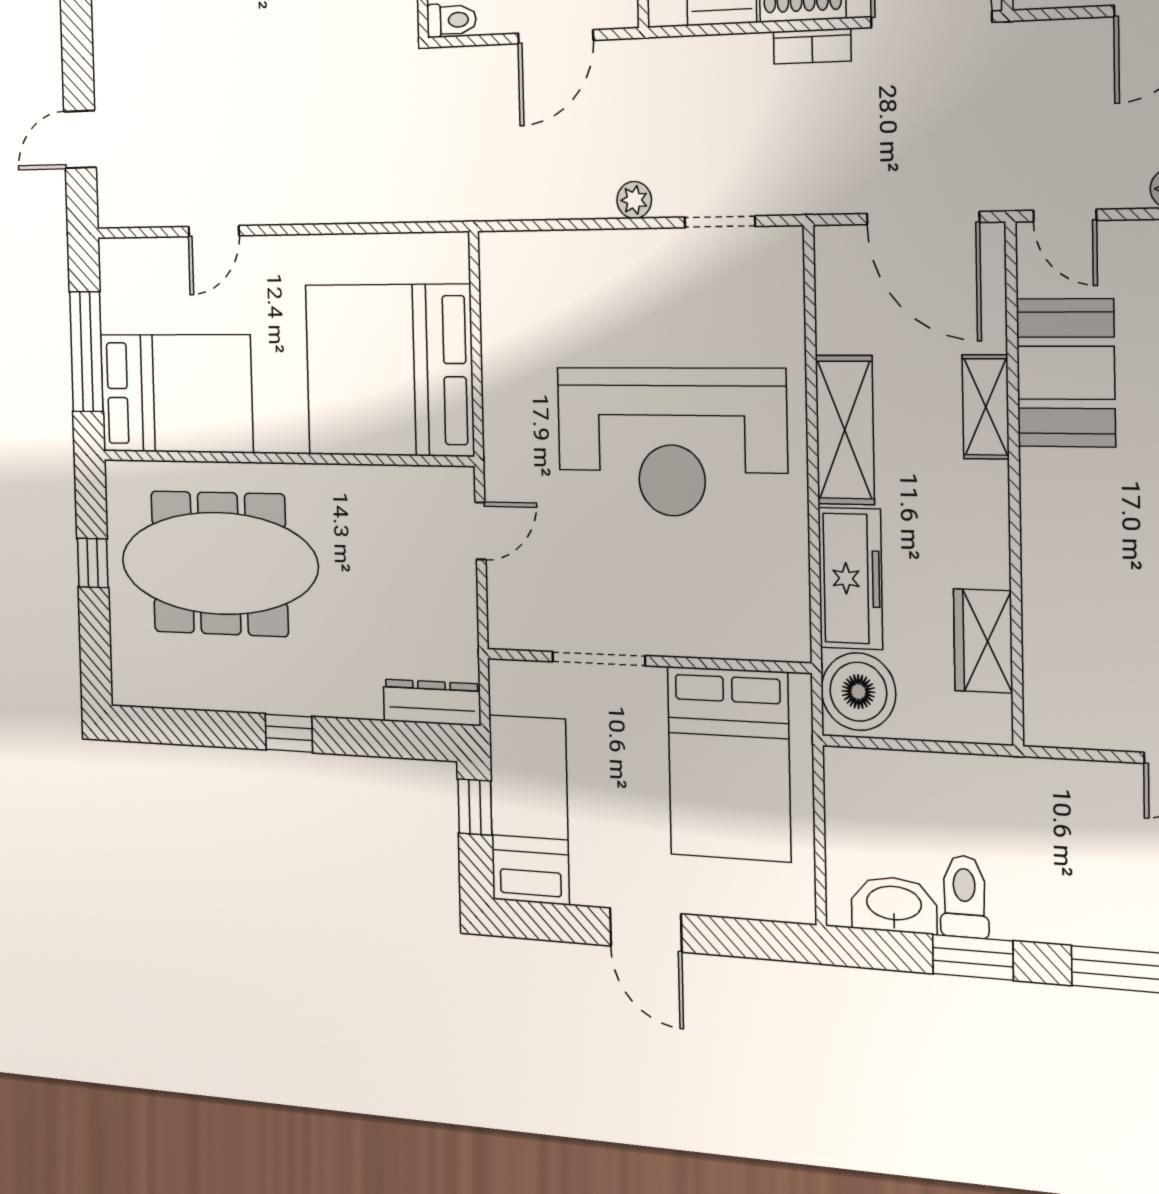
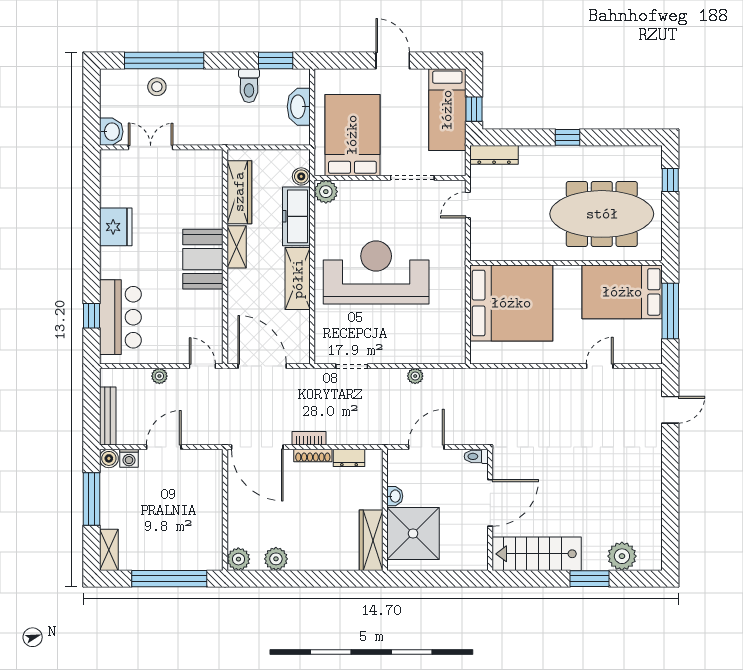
plant: (634, 200) -> (415, 376), moved
booth: (1066, 373) -> (203, 259), moved
shelving: (986, 407) -> (237, 247), moved
door: (481, 531) -> (468, 205), moved
window: (93, 563) -> (670, 180), moved
plant: (785, 635) -> (326, 192), added
wardrobe: (983, 641) -> (239, 192), width x1.50
boiler: (858, 692) -> (301, 176), width x0.54, depth x0.54
washbasin: (894, 905) -> (299, 107), moved, turned 90
window: (973, 957) -> (276, 60), moved

